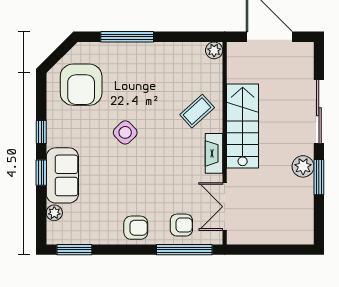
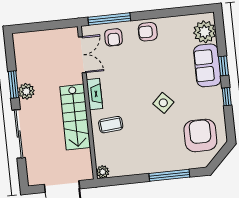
coffee table: (197, 111) -> (111, 125), turned 37
plant: (54, 213) -> (205, 32), width x1.88, depth x1.88
armchair: (181, 225) -> (114, 37), turned -90
window: (74, 250) -> (192, 10), removed

